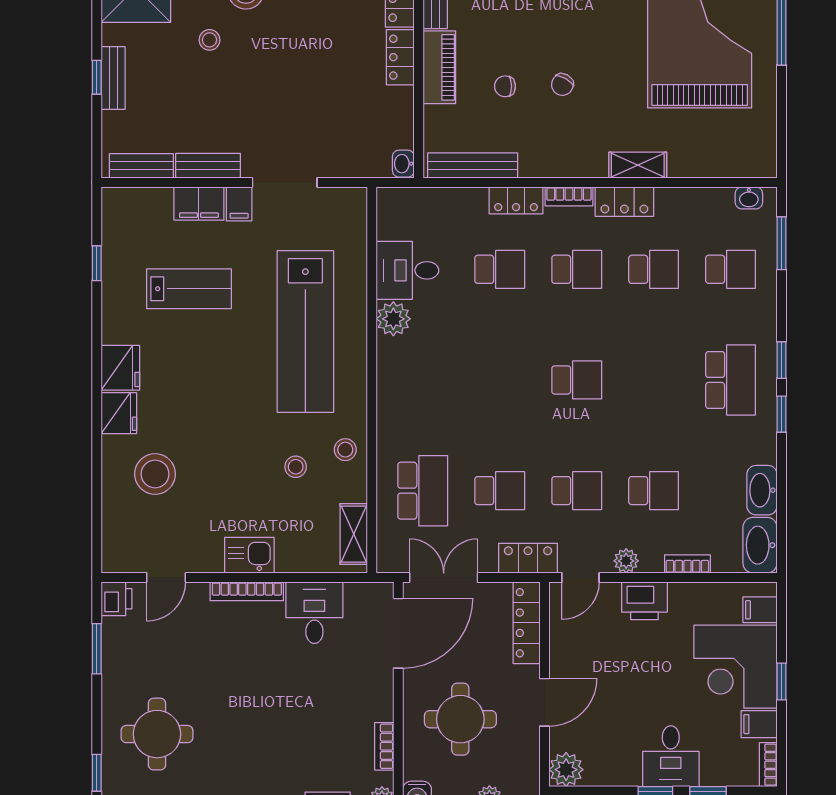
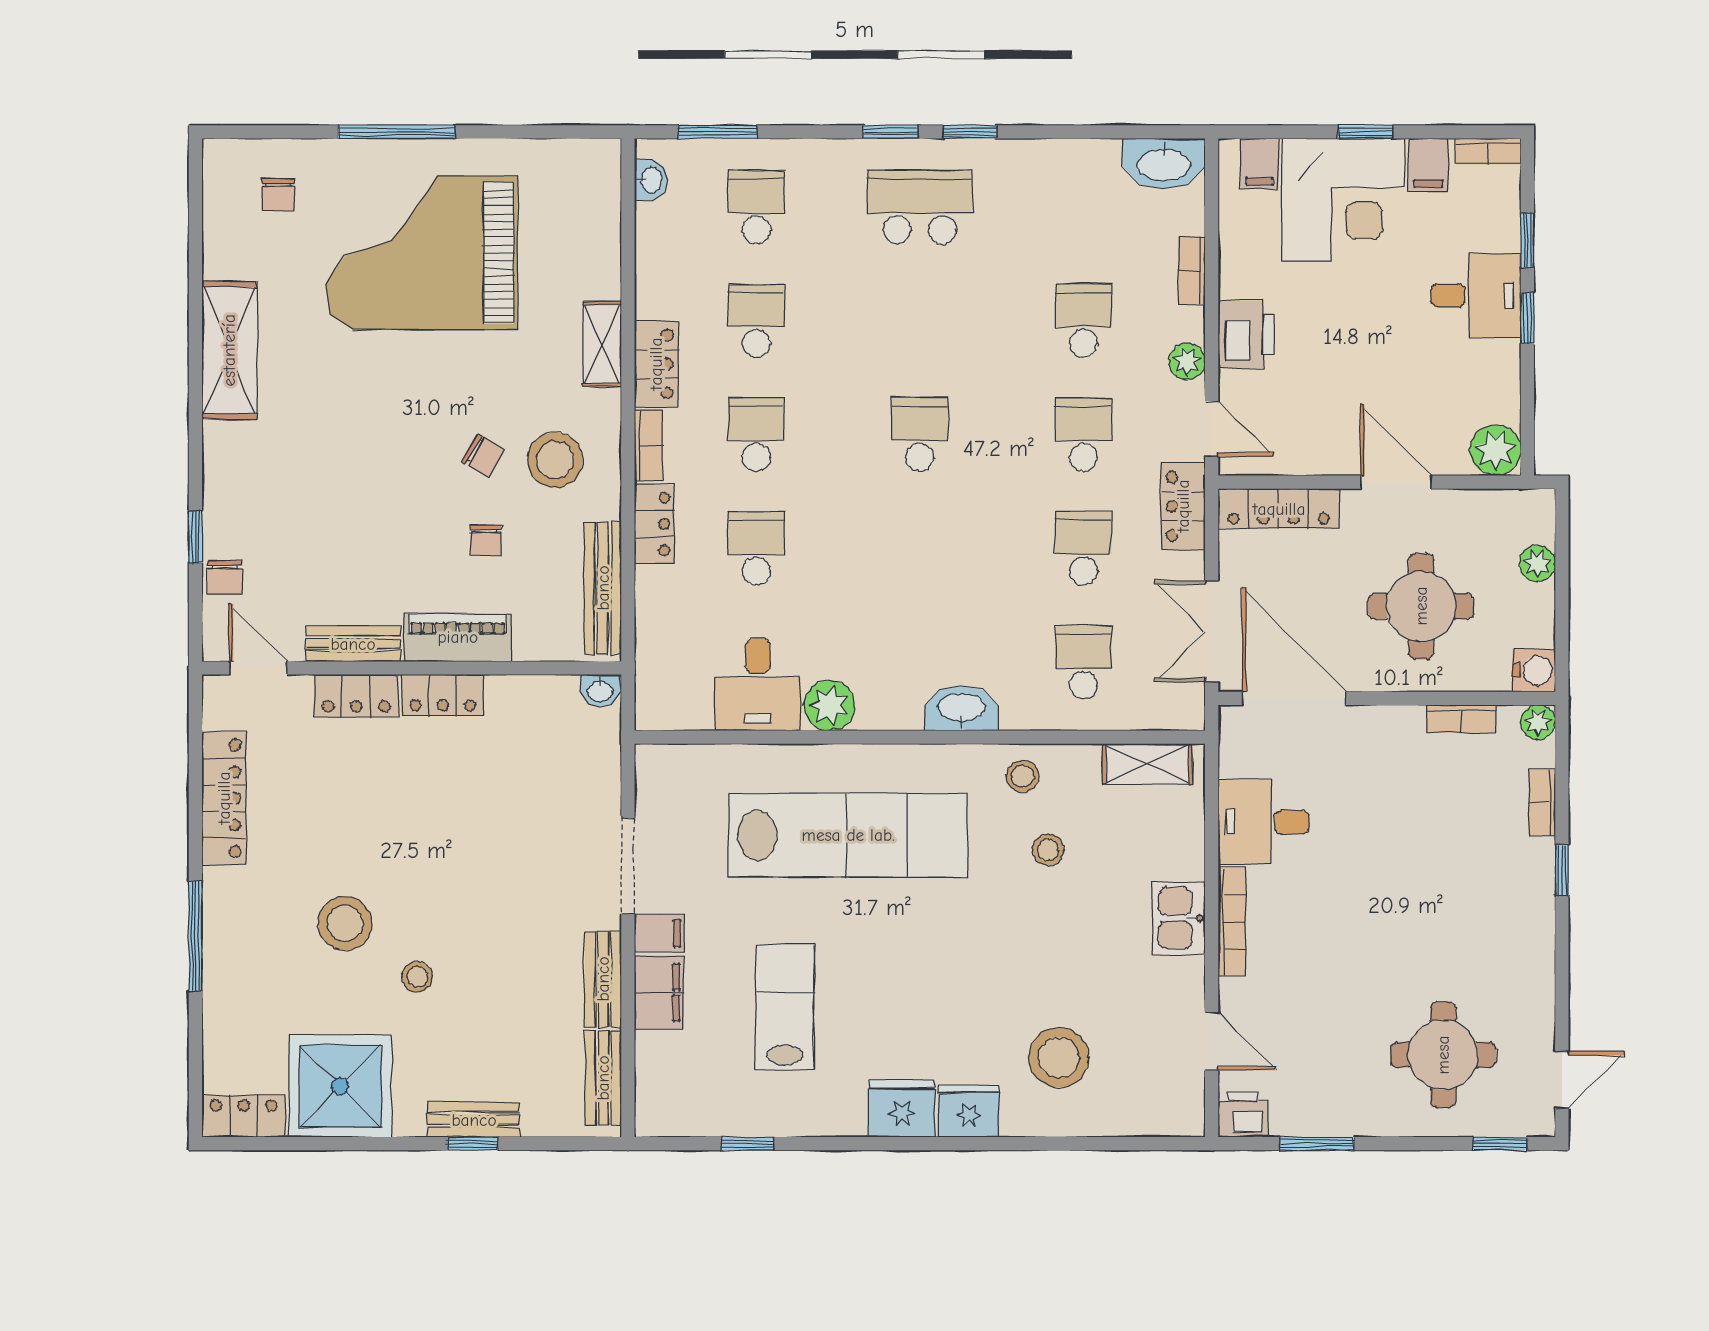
stool: (559, 133) -> (555, 460), added
washbasin: (762, 490) -> (961, 708), moved, turned 180
school desk: (423, 491) -> (1083, 662), width x0.54

